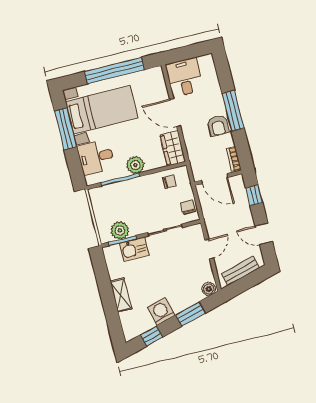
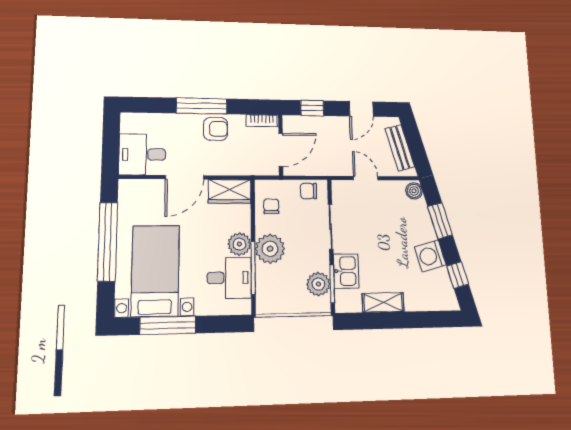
desk: (96, 157) -> (229, 278), moved, turned -90
plant: (137, 188) -> (270, 249), added
shelving: (121, 295) -> (383, 302), moved

